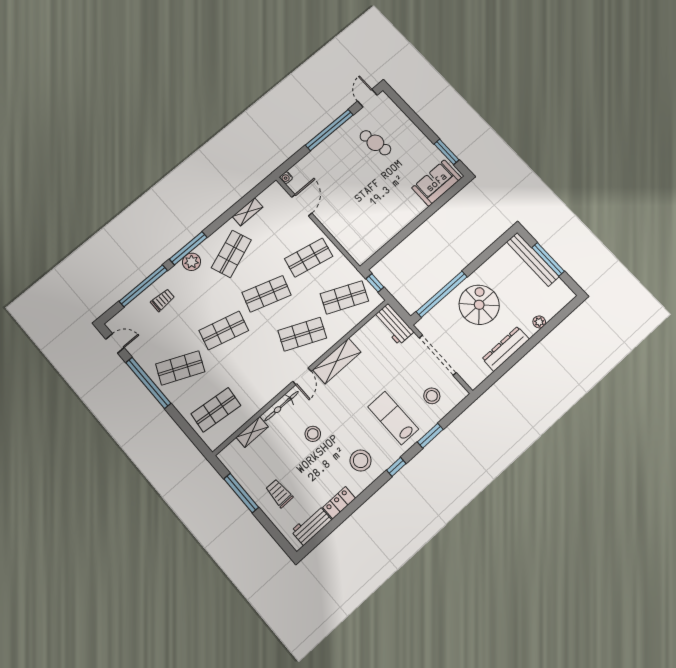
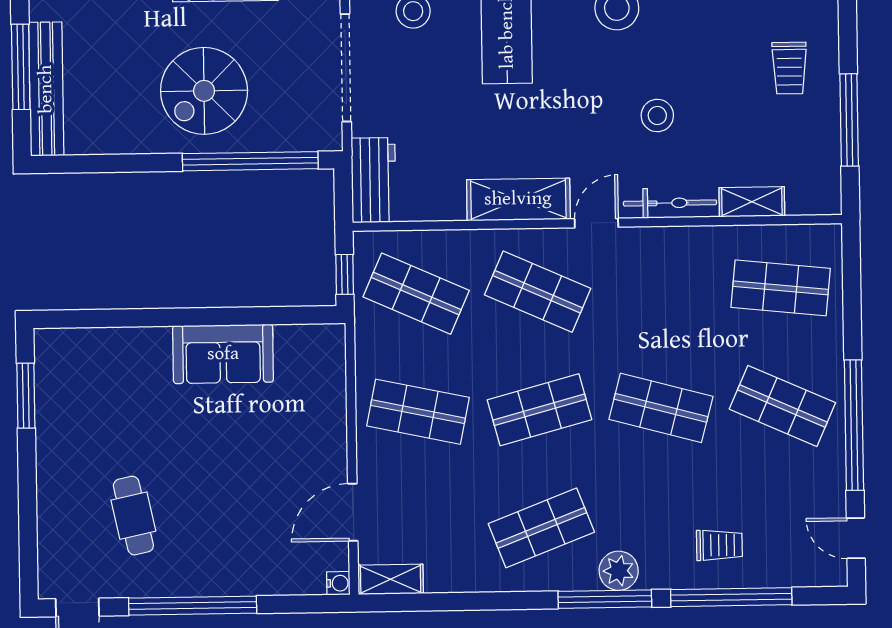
sofa: (437, 183) -> (223, 354), moved
shelving: (248, 212) -> (391, 579), moved
shop shelf: (267, 294) -> (539, 410), turned -33
trolley: (163, 300) -> (719, 545), turned 180

